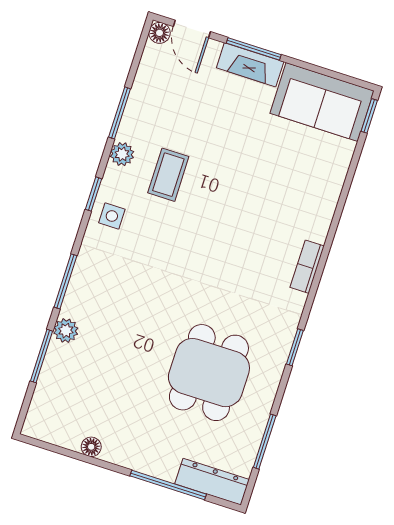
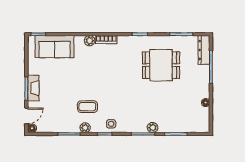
sofa: (322, 102) -> (55, 47), moved, turned 90
plant: (317, 228) -> (90, 41), added
plant: (66, 331) -> (153, 128), moved

